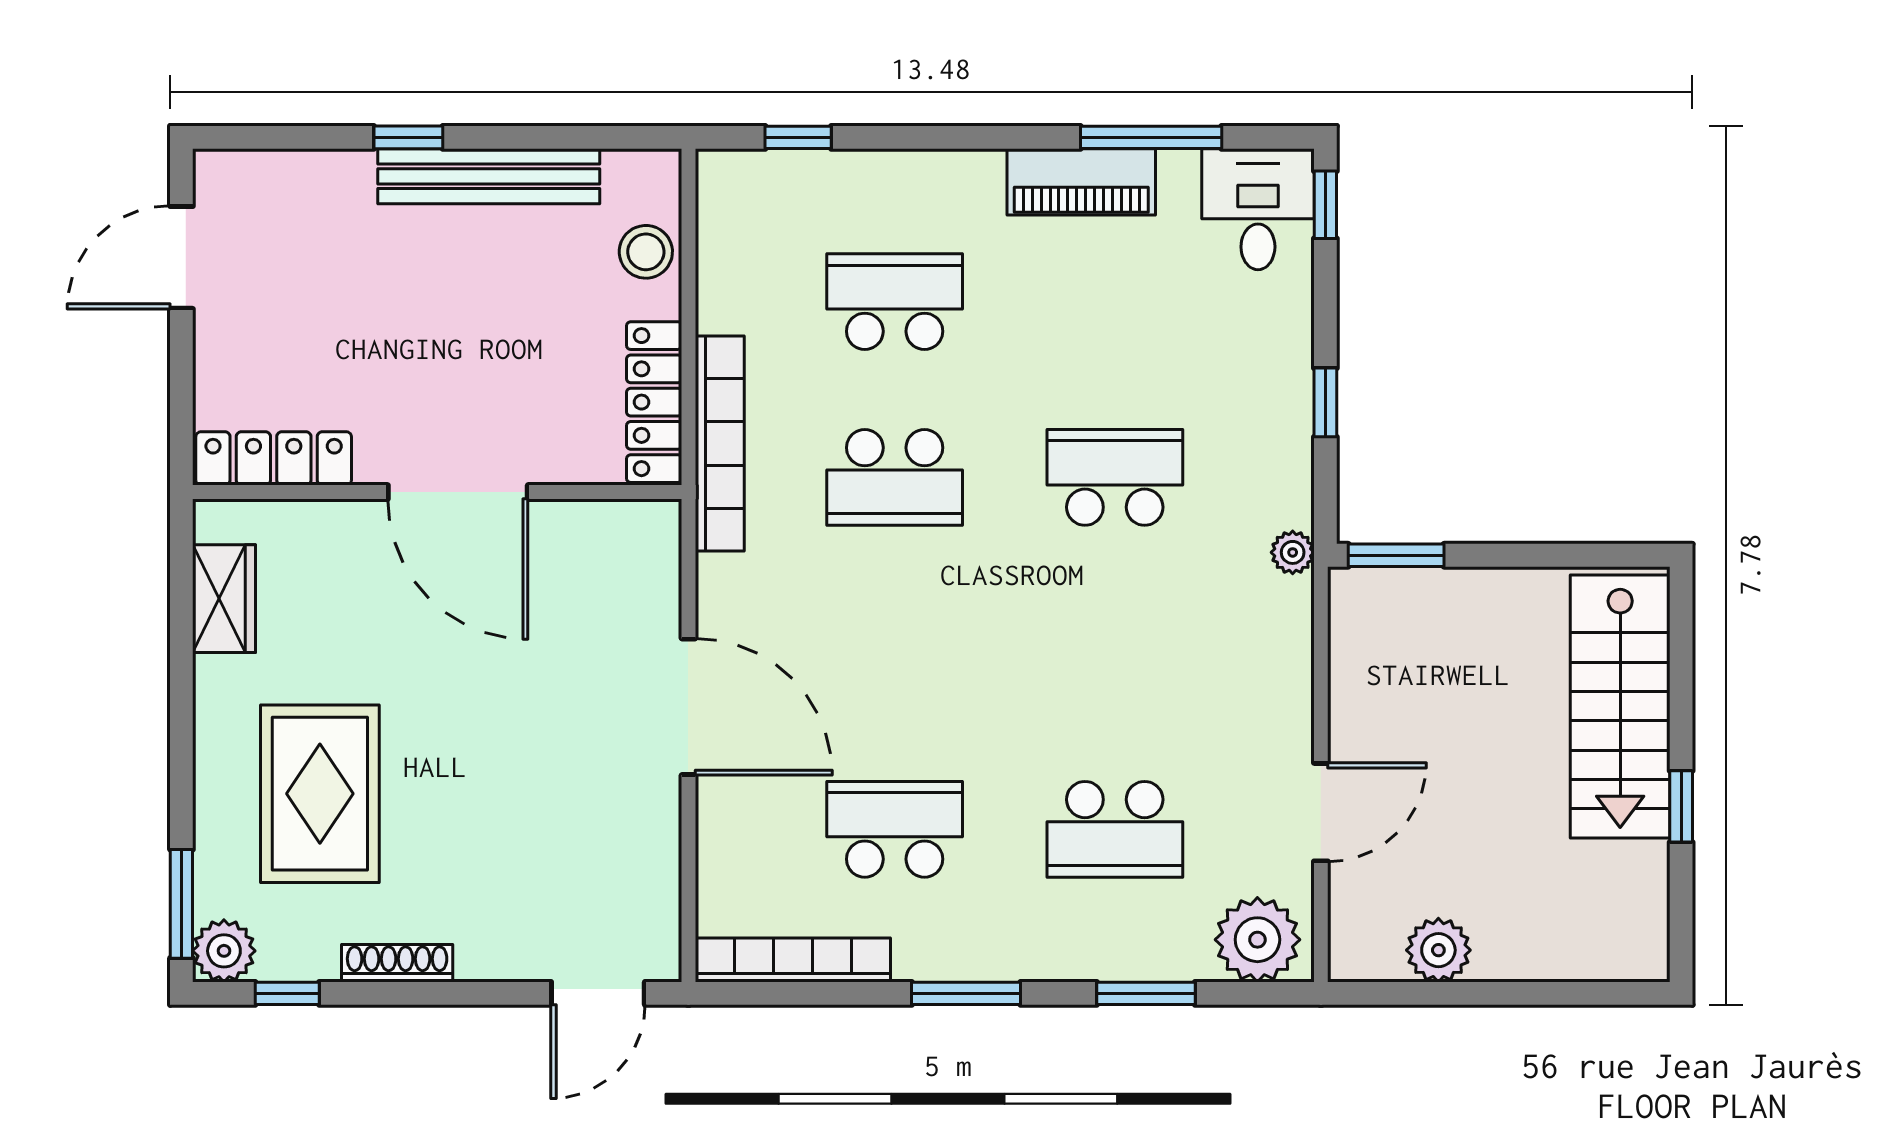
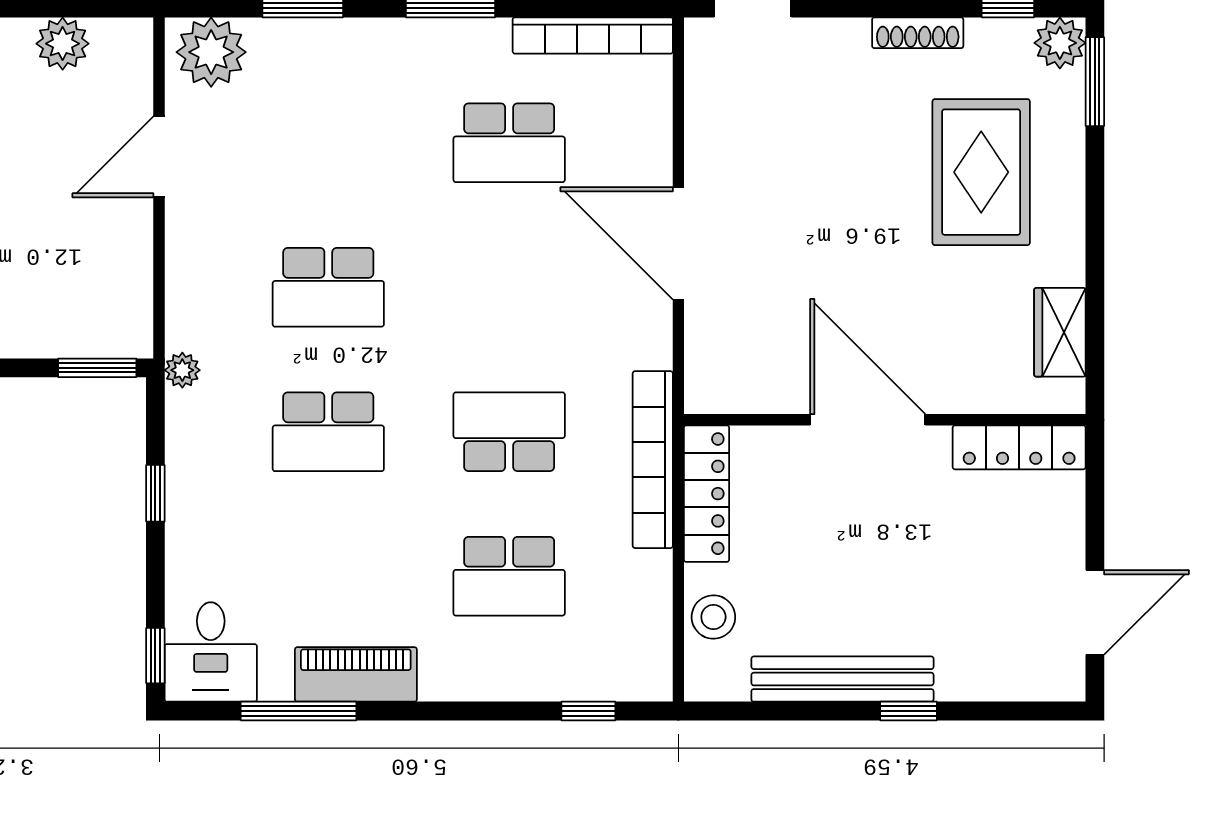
school desk: (1115, 829) -> (328, 287), moved, turned 180

